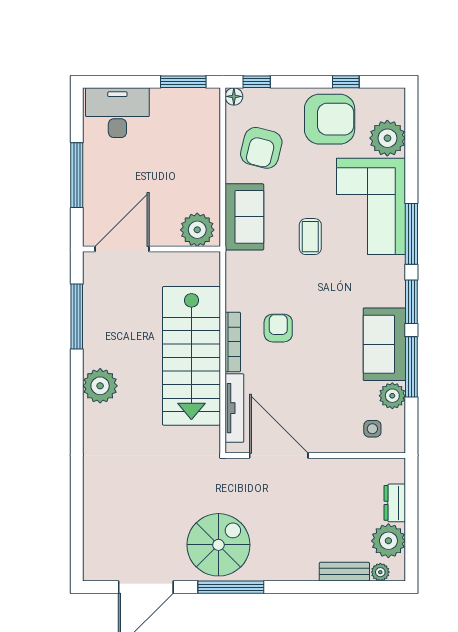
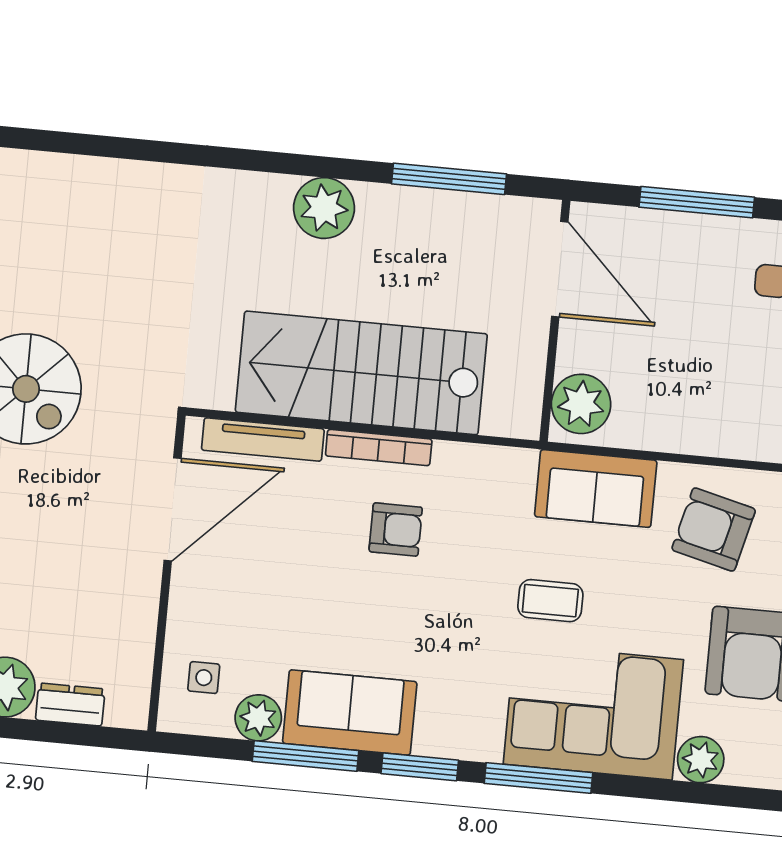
plant: (387, 138) -> (701, 760), width x0.73, depth x0.73

